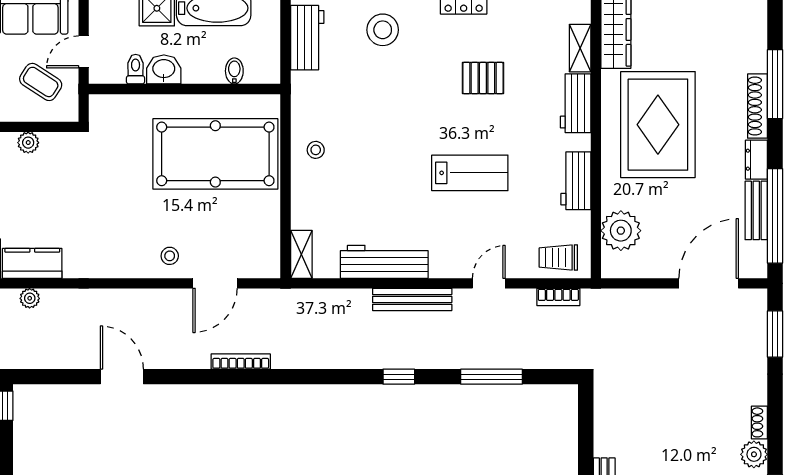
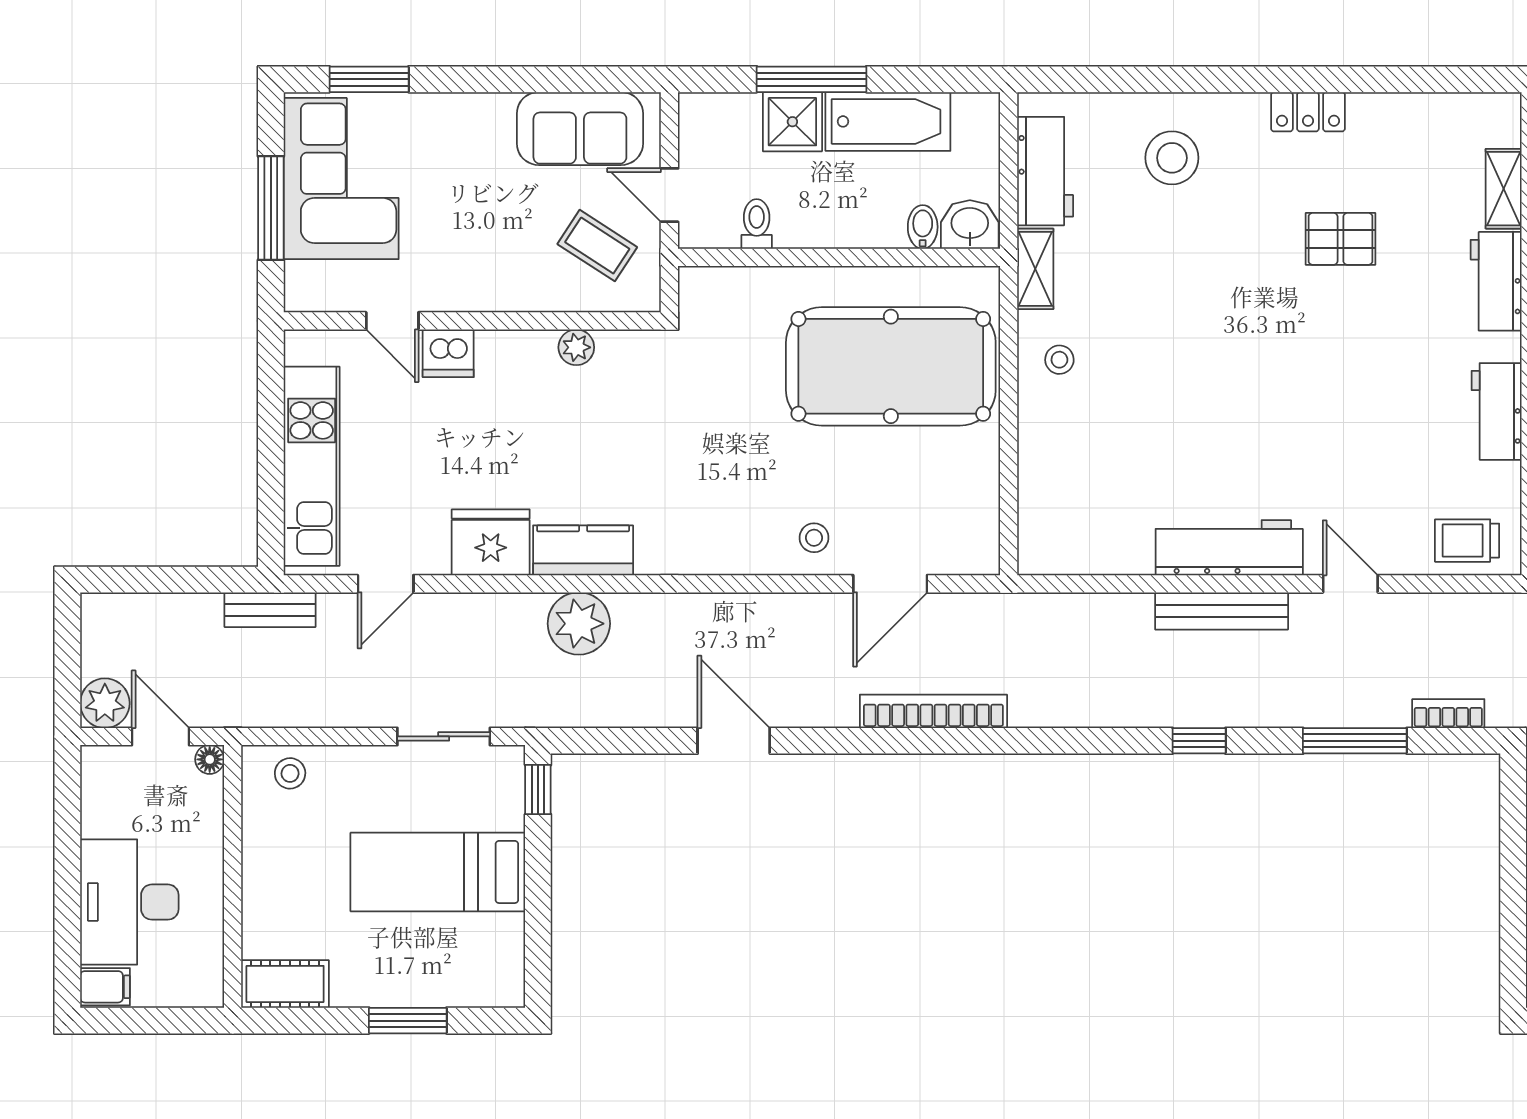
door: (84, 52) -> (669, 195), hinge flipped
washbasin: (164, 69) -> (970, 225), moved
lab bench: (470, 173) -> (1318, 398), removed
shelving: (301, 254) -> (1035, 269), moved
workbench: (384, 262) -> (1229, 548), moved
door: (489, 283) -> (1350, 584), hinge flipped
bookcase: (558, 297) -> (1448, 714), moved, turned 180
plant: (30, 298) -> (579, 624), width x1.88, depth x1.88
bookcase: (241, 362) -> (933, 711), width x1.48, depth x1.31

